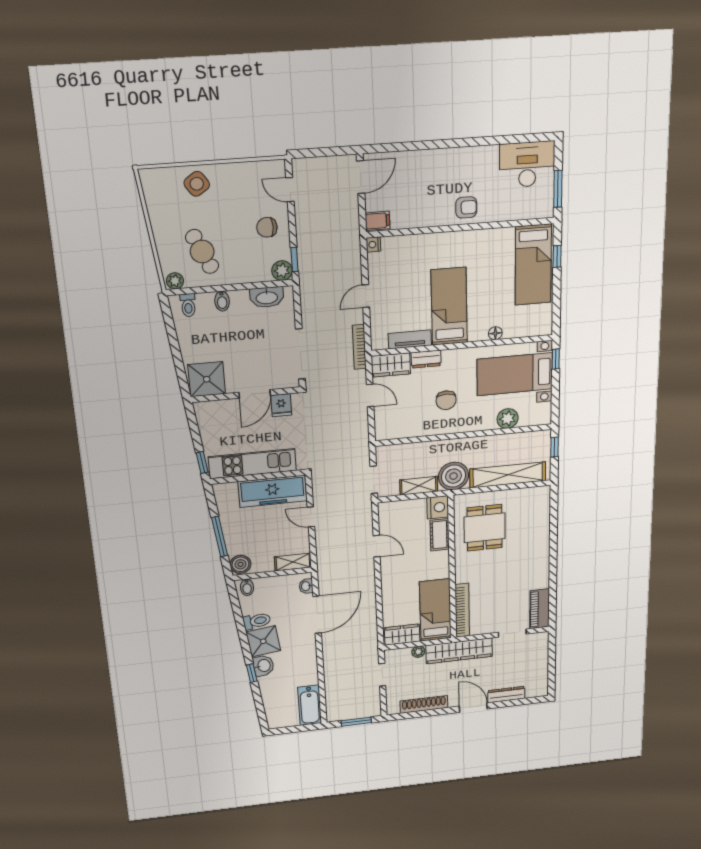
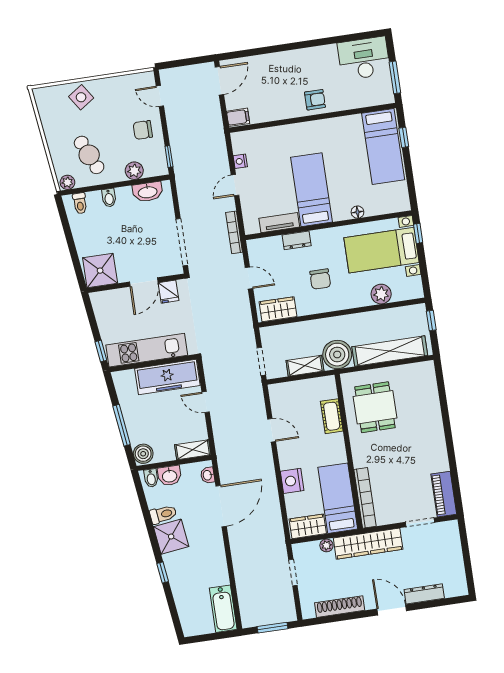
nightstand: (373, 244) -> (240, 161), moved
plant: (282, 271) -> (134, 171), moved
wardrobe: (391, 365) -> (278, 309), moved, turned 180
nightstand: (438, 507) -> (292, 481), moved, turned 180
washbasin: (263, 666) -> (169, 476), moved, turned 97

